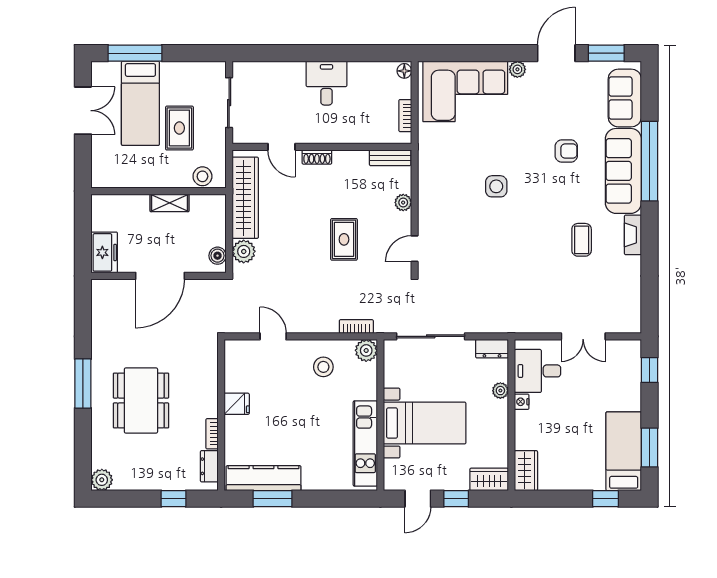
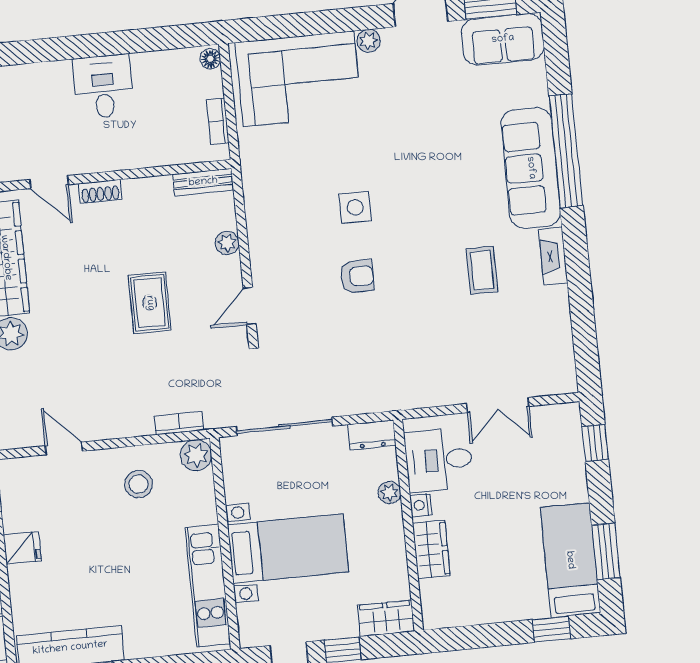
sofa: (625, 98) -> (503, 39), moved, turned -90
armchair: (566, 151) -> (357, 276), moved
wardrobe: (526, 471) -> (431, 549), moved

